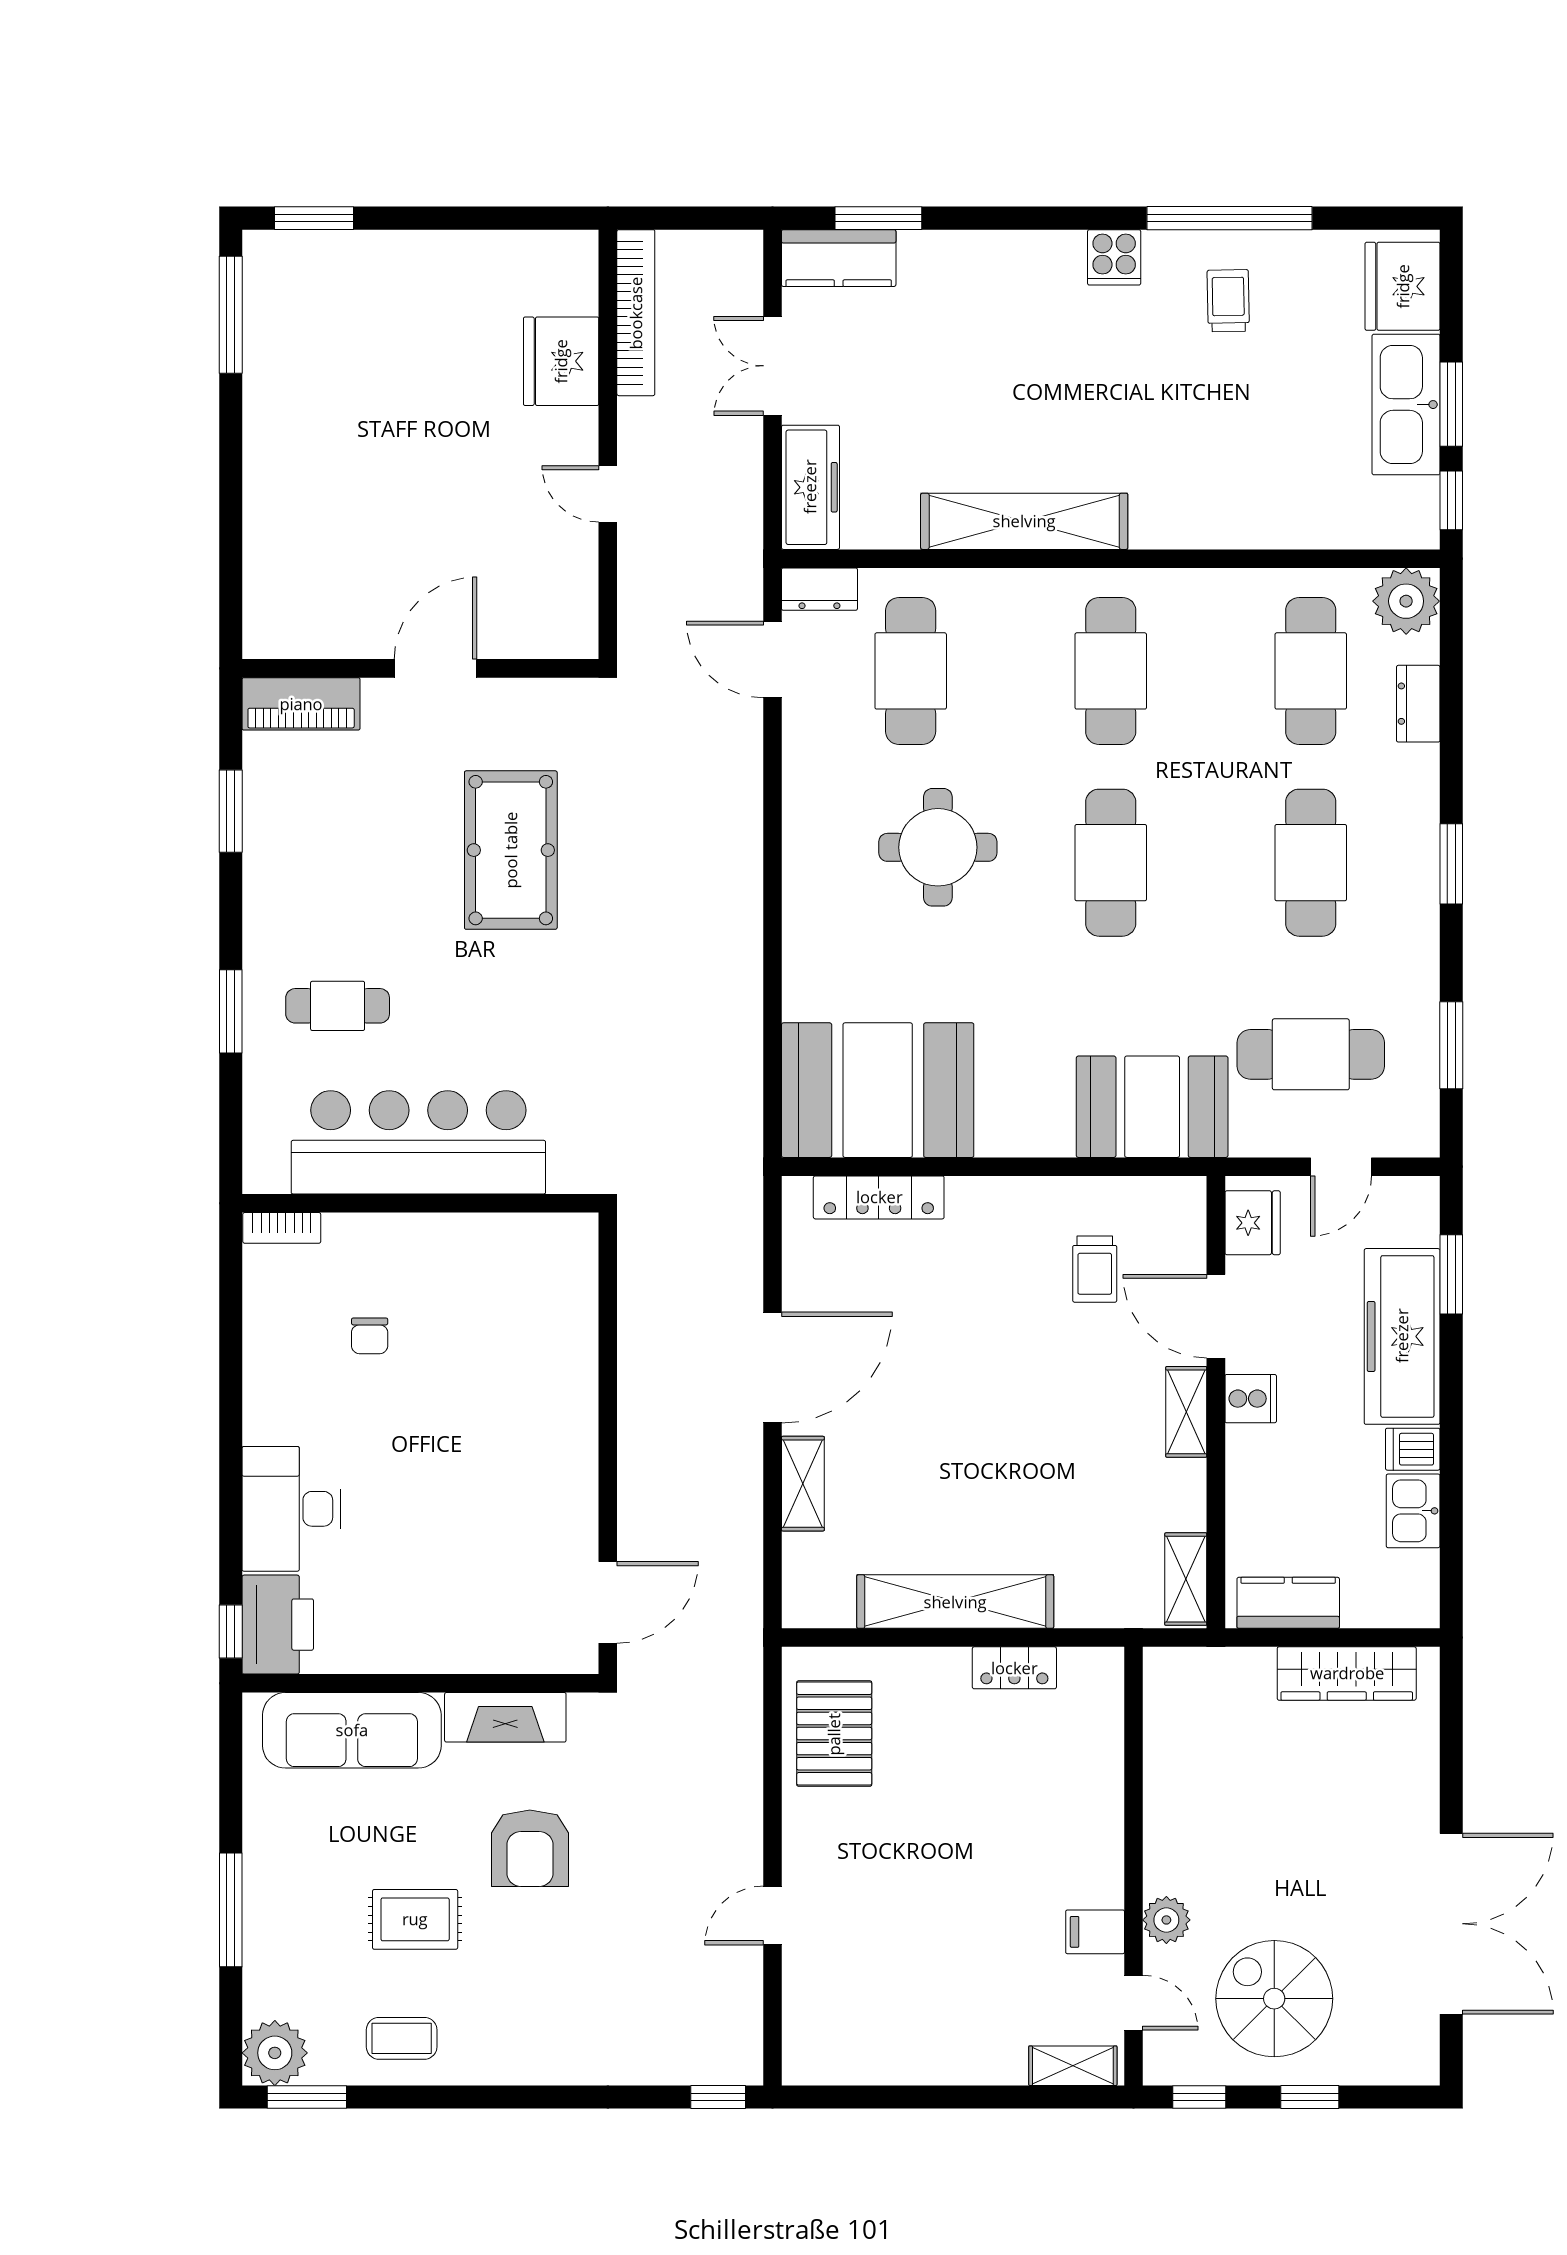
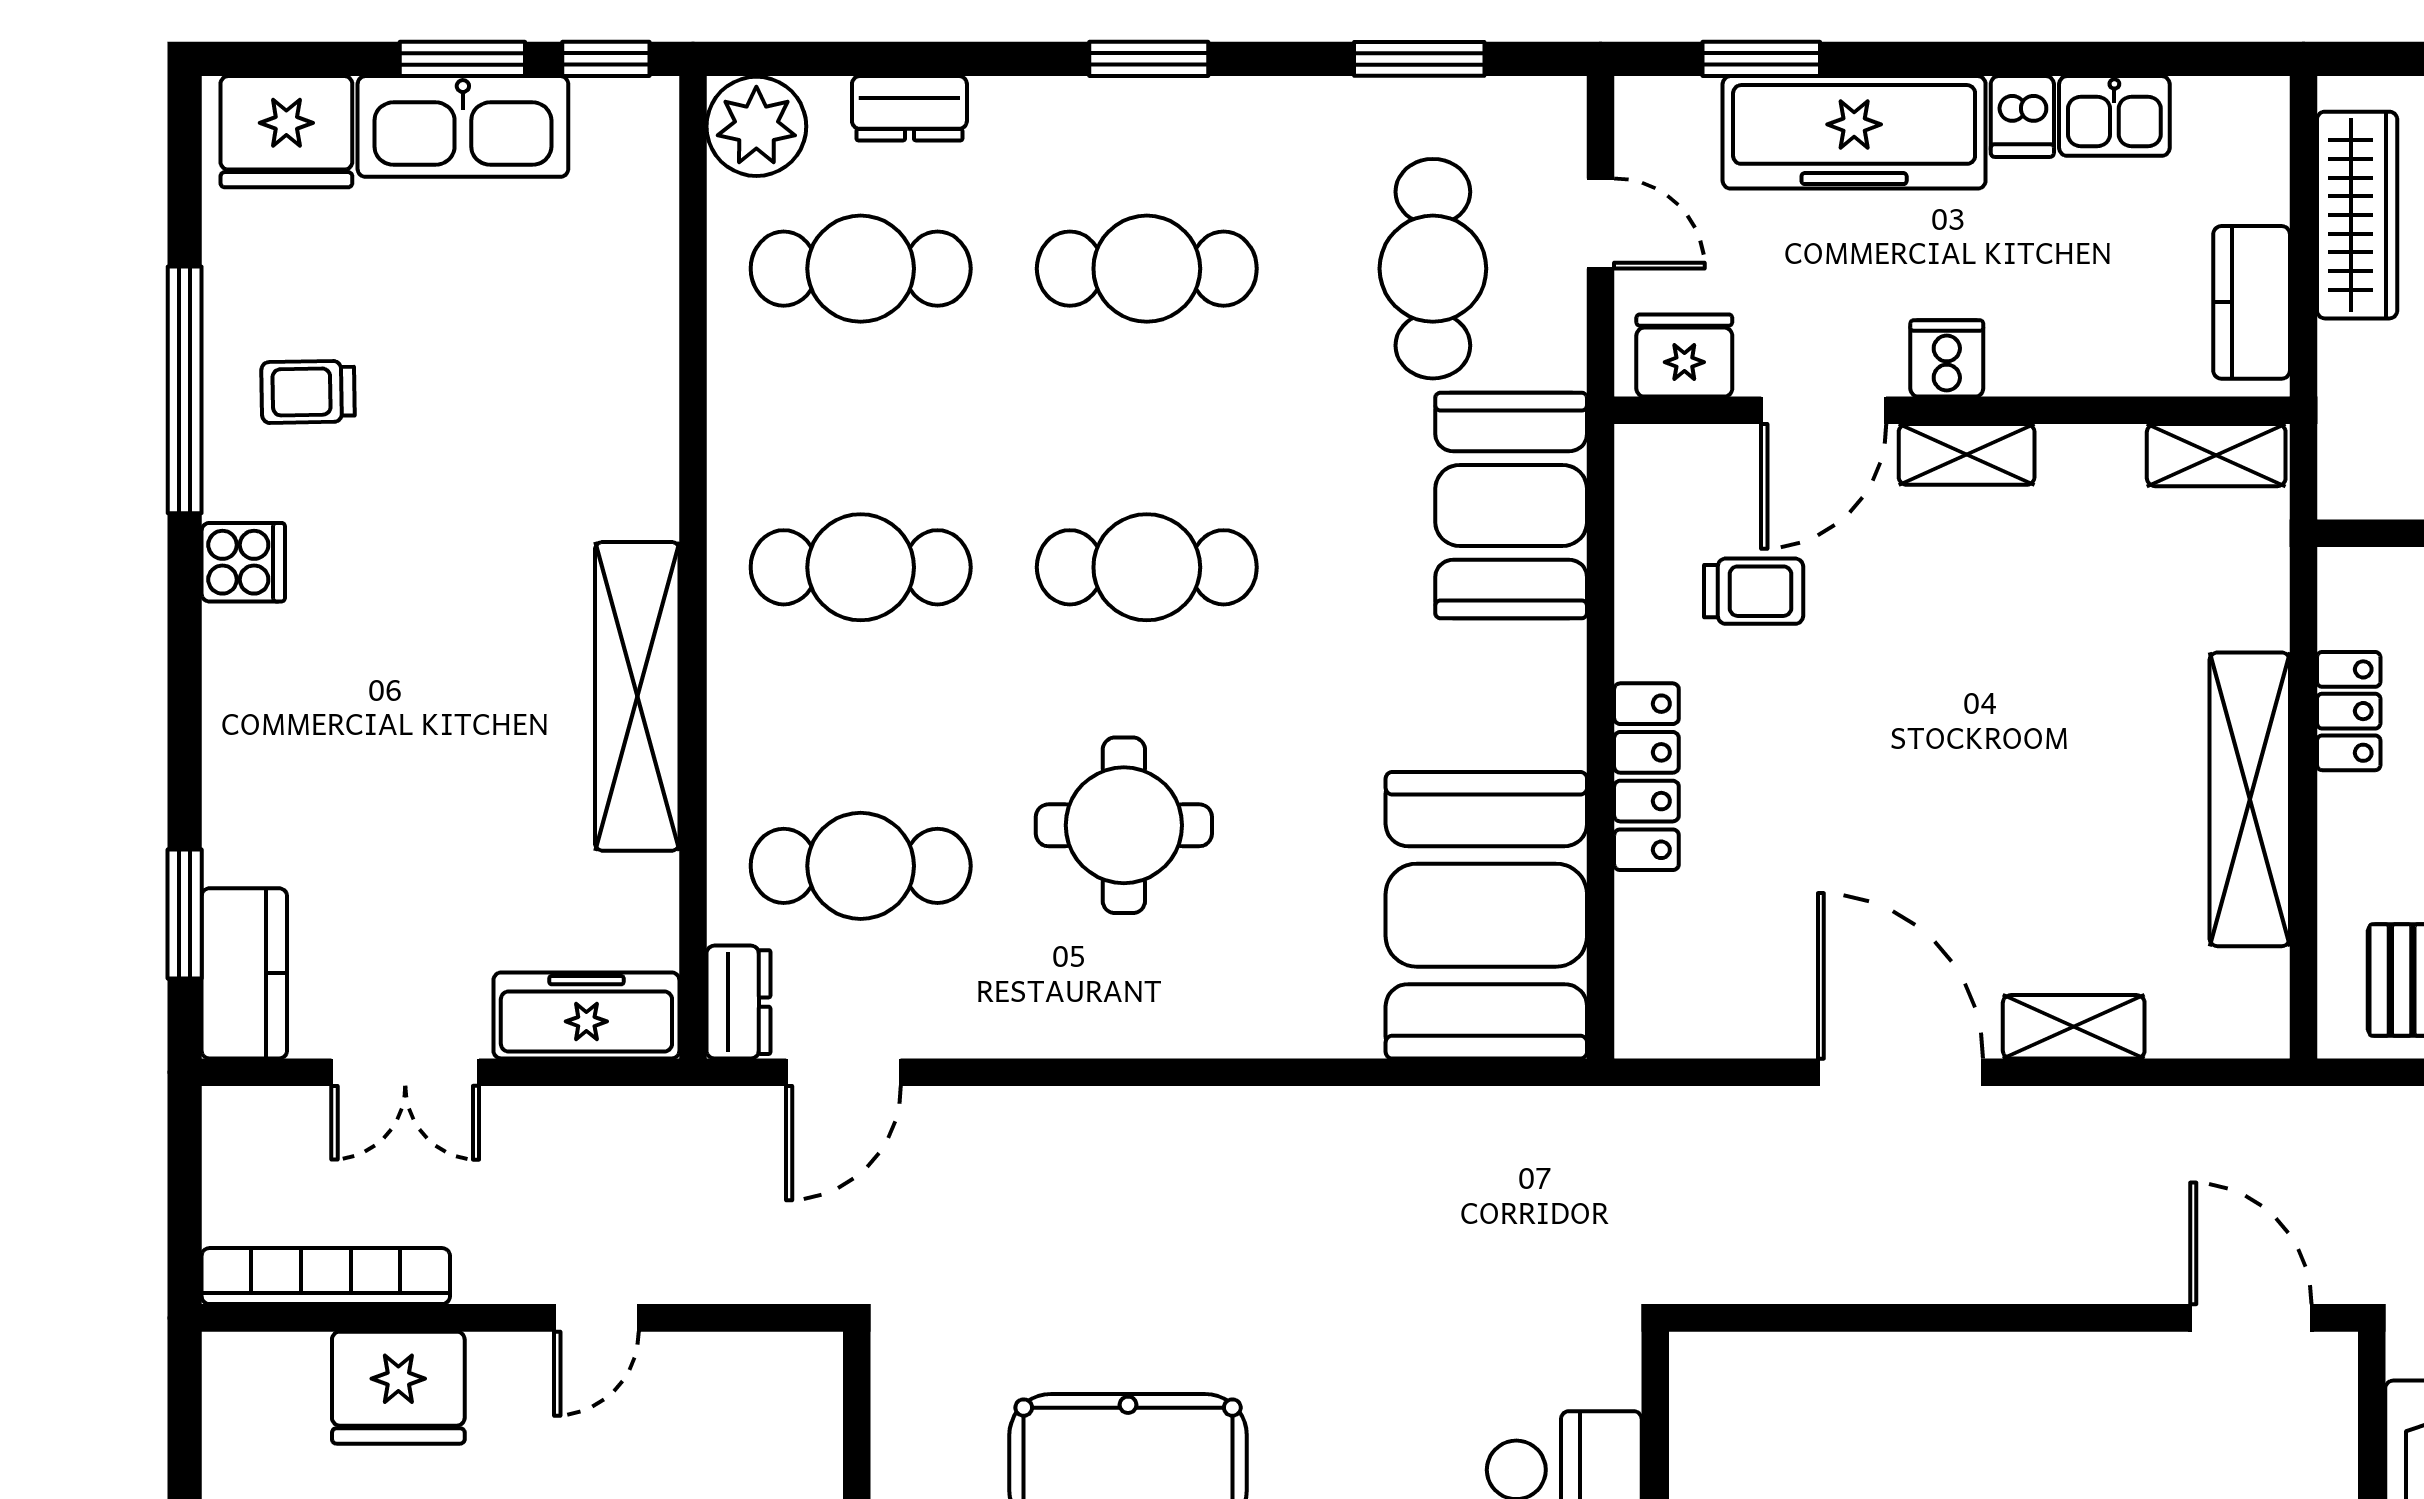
locker: (879, 1197) -> (1646, 777), moved

